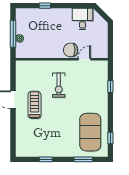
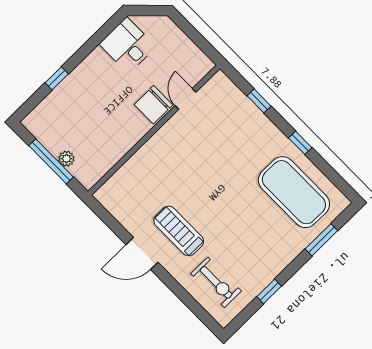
exercise bike: (59, 85) -> (216, 282), moved
window: (110, 138) -> (300, 143), moved

